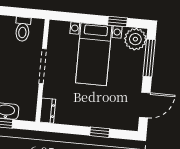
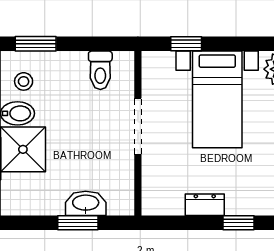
window: (117, 21) -> (186, 44), moved
dresser: (48, 111) -> (205, 205), moved, turned -90

